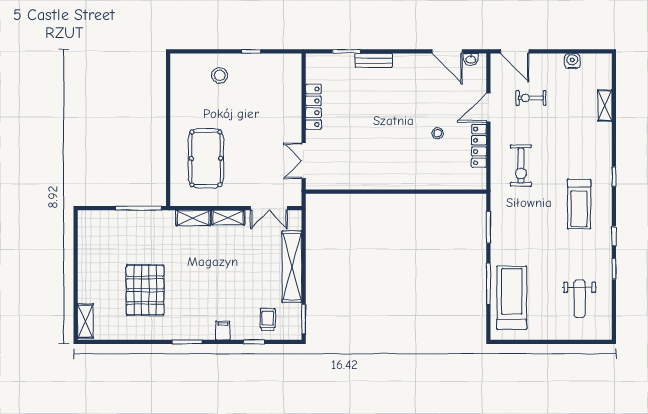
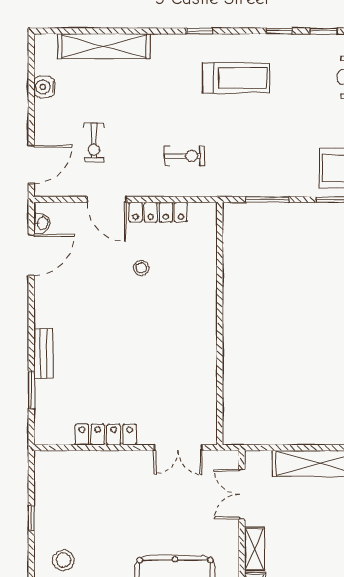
shelving: (605, 106) -> (104, 46), width x2.20, depth x1.33
exercise bike: (521, 166) -> (185, 156), width x0.73, depth x0.72
double door: (269, 208) -> (242, 494), swing flipped

